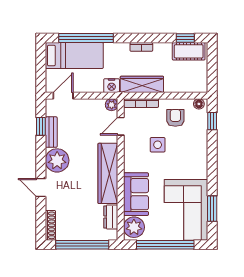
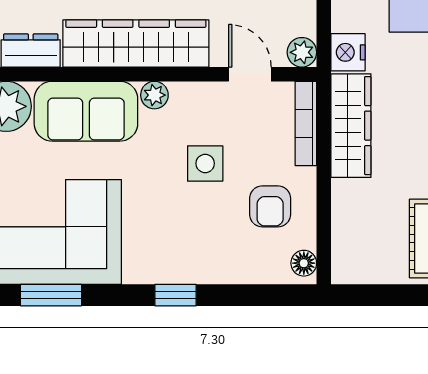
armchair: (175, 118) -> (270, 206), turned 90
window: (212, 121) -> (176, 295), moved
plant: (129, 166) -> (154, 95), added

